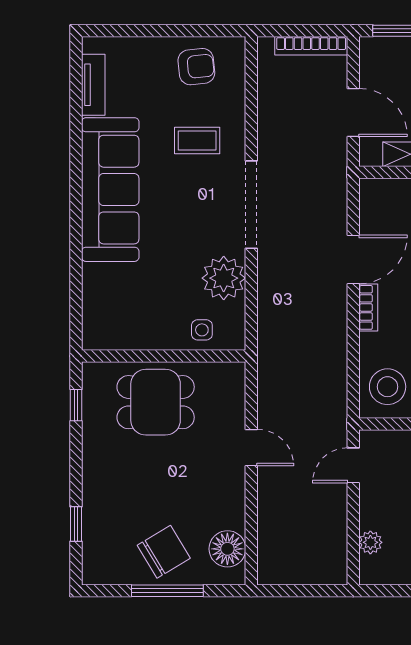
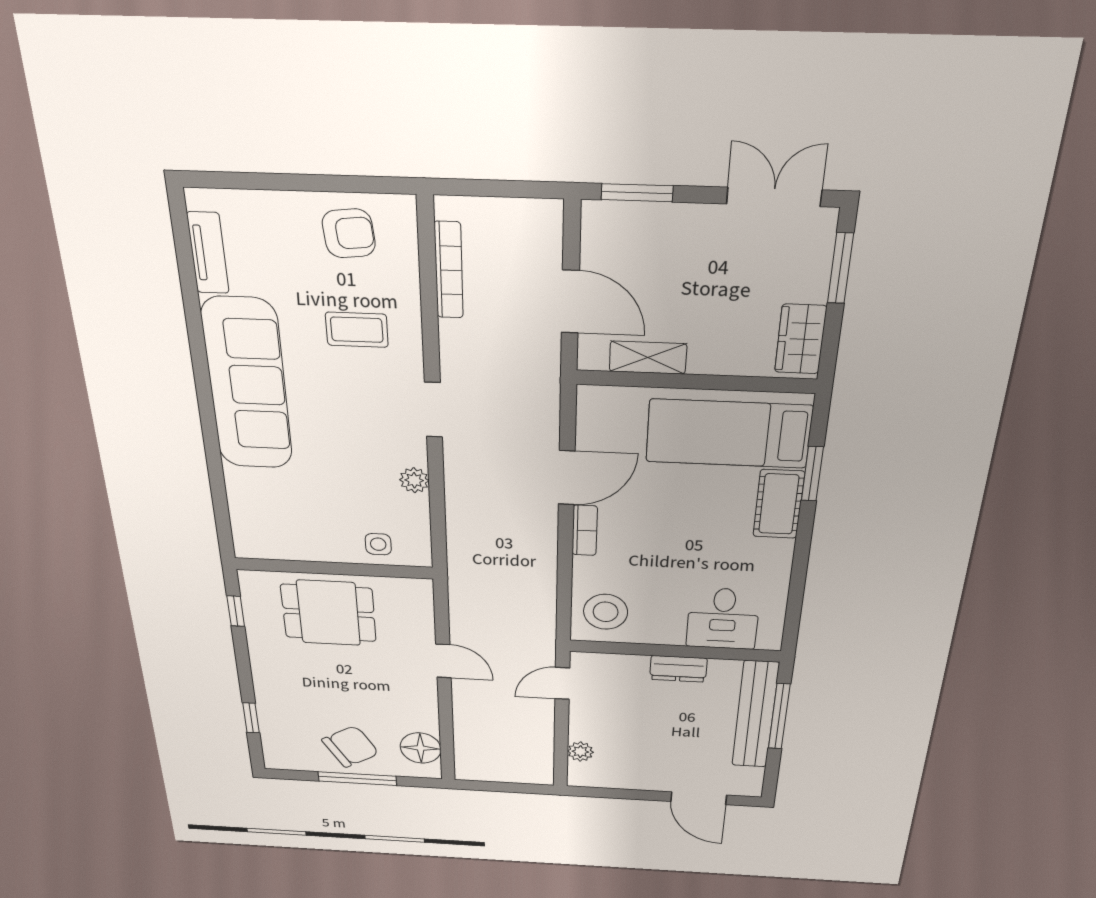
bookcase: (311, 46) -> (449, 270), moved, turned -90
doorway: (251, 205) -> (433, 410), width x0.53
plant: (224, 278) -> (414, 480), width x0.53, depth x0.53

